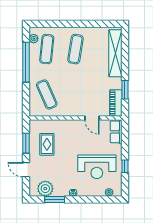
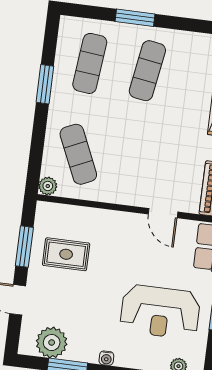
window: (66, 24) -> (135, 18), added
plant: (34, 39) -> (48, 186), moved
window: (26, 62) -> (45, 84), width x0.47
rug: (47, 144) -> (66, 254), turned 90

